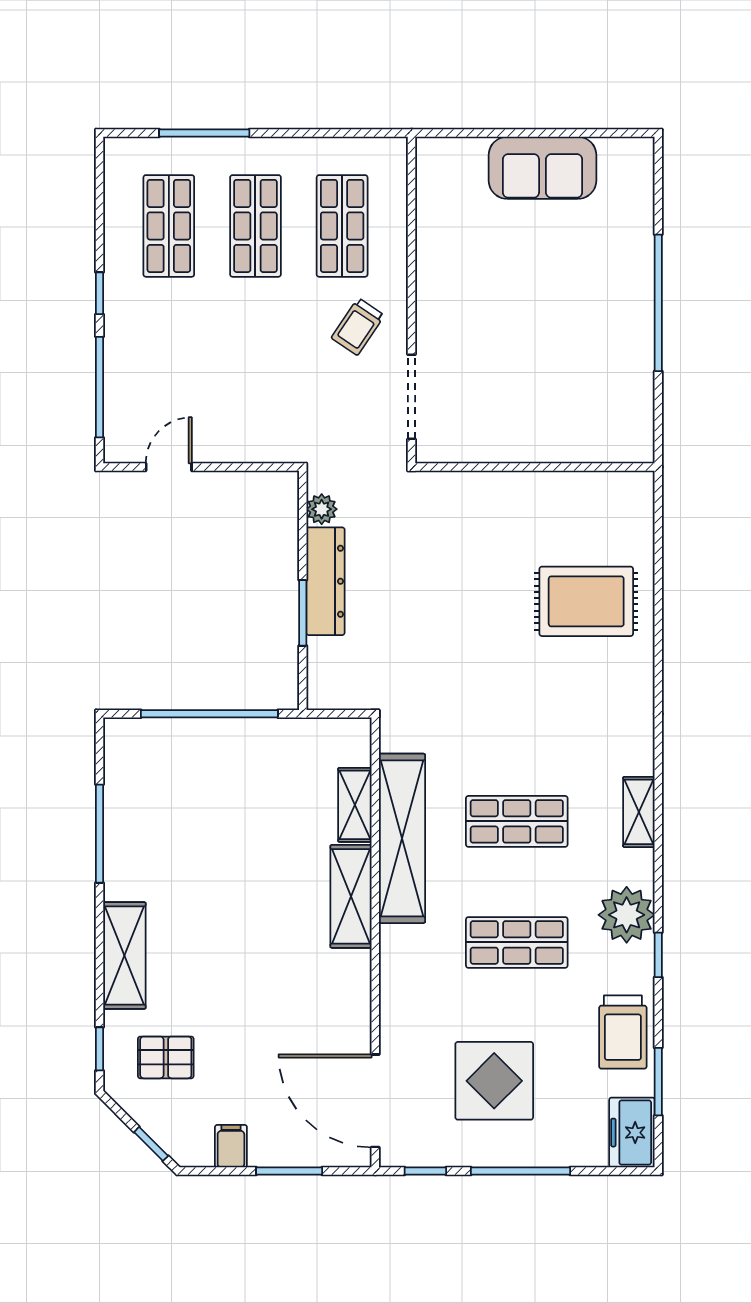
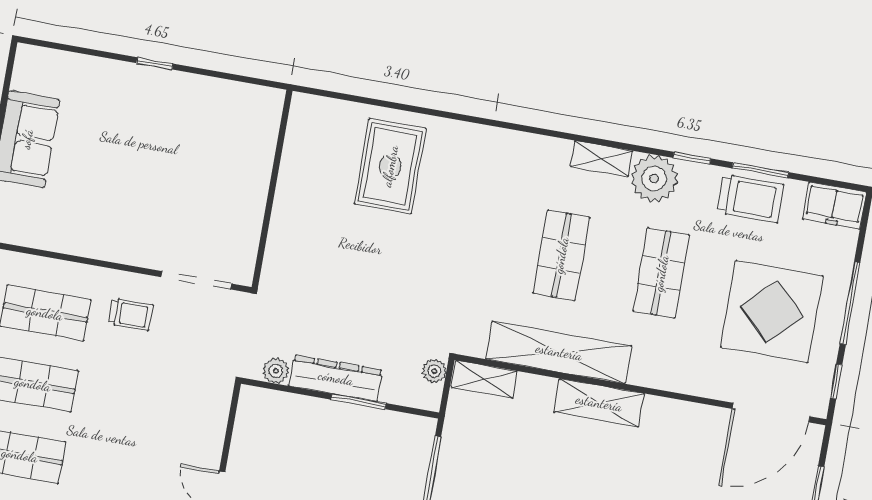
window: (658, 303) -> (155, 63), width x0.32
trolley: (358, 327) -> (131, 314), turned -34
plant: (354, 696) -> (434, 371), added
shelving: (355, 805) -> (484, 379), moved
shelving: (639, 812) -> (602, 159), moved
display table: (494, 1081) -> (772, 312), width x1.36, depth x1.36
window: (658, 1082) -> (760, 170), moved

